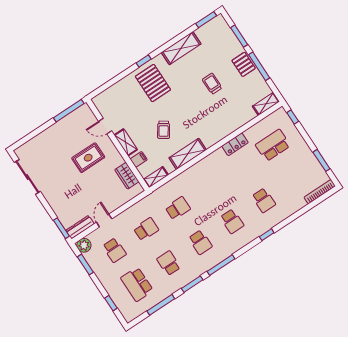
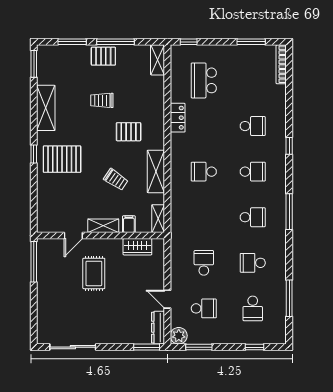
pallet: (203, 117) -> (129, 132), added
school desk: (178, 208) -> (204, 172), moved, turned -90
school desk: (137, 284) -> (253, 308), width x0.54
window: (192, 284) -> (289, 253), removed

